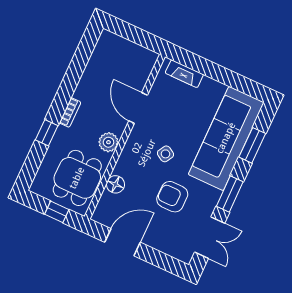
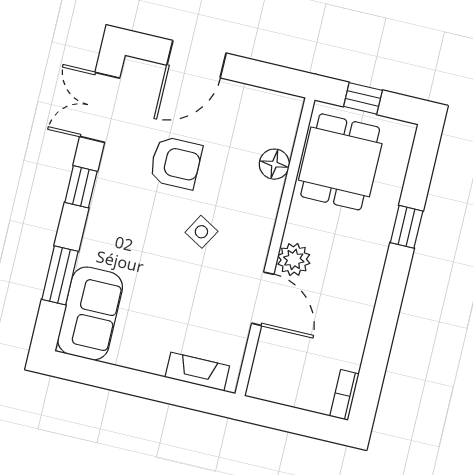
bookcase: (70, 112) -> (344, 395), moved
sofa: (226, 138) -> (90, 313), width x0.54, depth x0.79
plant: (108, 142) -> (294, 259), moved
window: (230, 194) -> (81, 187), width x0.67
door: (122, 242) -> (197, 59), moved

